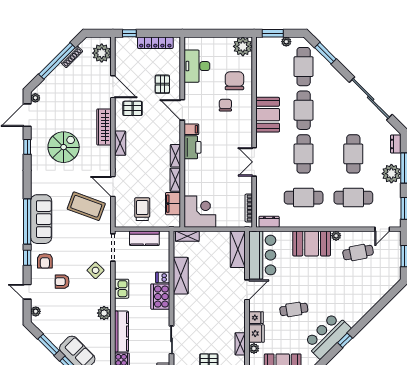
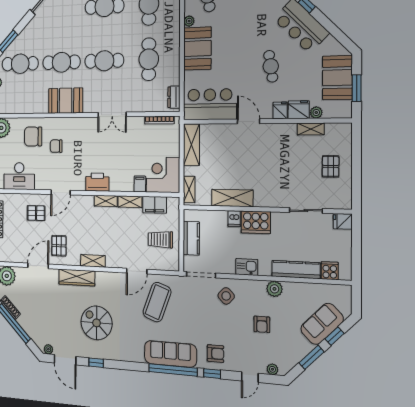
filing cabinet: (191, 129) -> (140, 184), moved
shelving: (238, 249) -> (191, 145), moved, turned 90
armchair: (62, 282) -> (262, 324), moved

